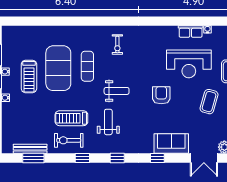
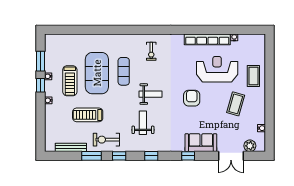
row of seats: (191, 32) -> (207, 39), width x2.02
reception desk: (189, 64) -> (217, 69), turned 180
treadmill: (71, 118) -> (88, 115), moved
window: (33, 158) -> (91, 156), moved

